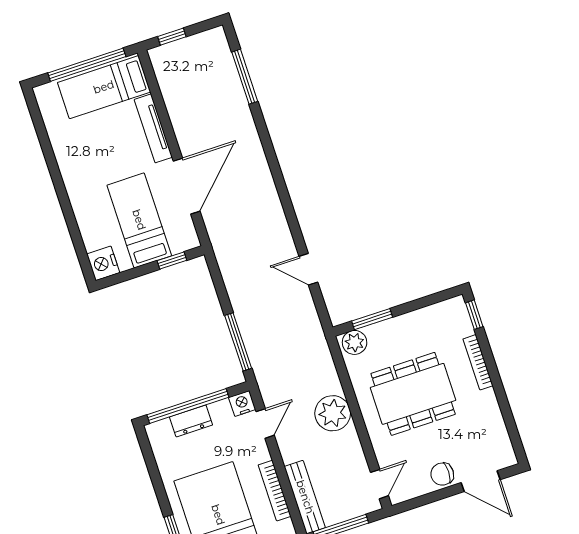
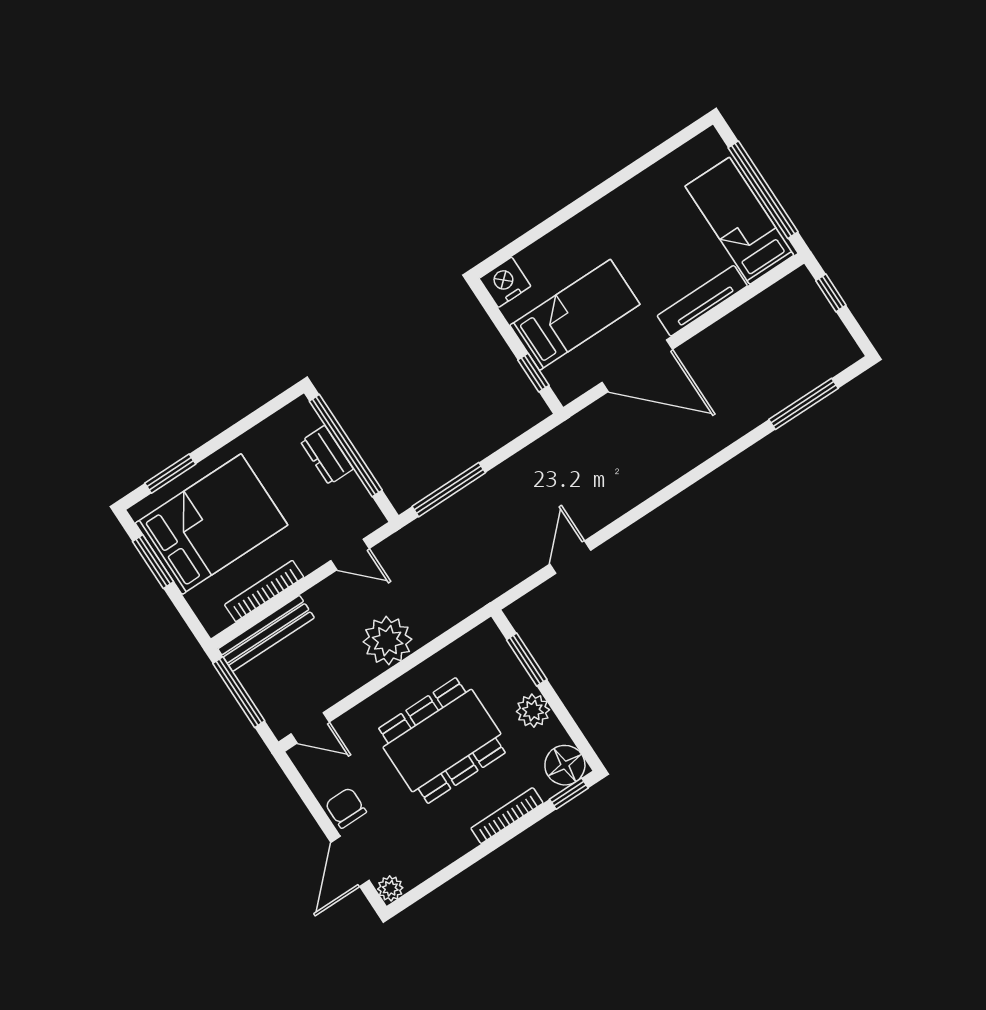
floor lamp: (453, 312) -> (565, 765), added
plant: (355, 342) -> (533, 711), moved
dining table: (413, 394) -> (442, 741), turned 90
nightstand: (242, 403) -> (368, 517), removed
plant: (507, 458) -> (390, 888), added

